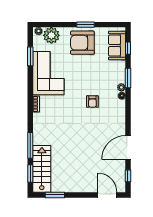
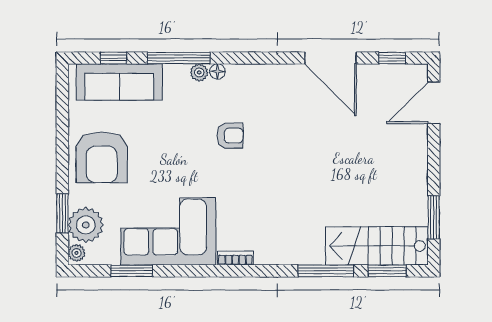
window: (86, 25) -> (62, 213), moved
sofa: (117, 46) -> (119, 82), width x1.36
window: (128, 78) -> (179, 58), width x1.44

